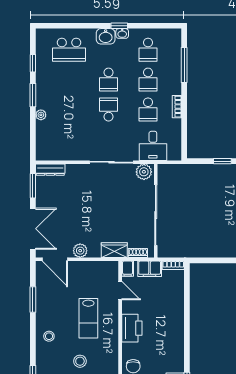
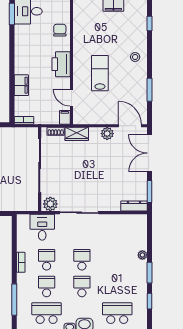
school desk: (148, 50) -> (47, 313), width x1.85
school desk: (109, 109) -> (82, 260), turned 180
filing cabinet: (150, 269) -> (21, 85), moved, turned 90
stool: (80, 361) -> (107, 35), removed

